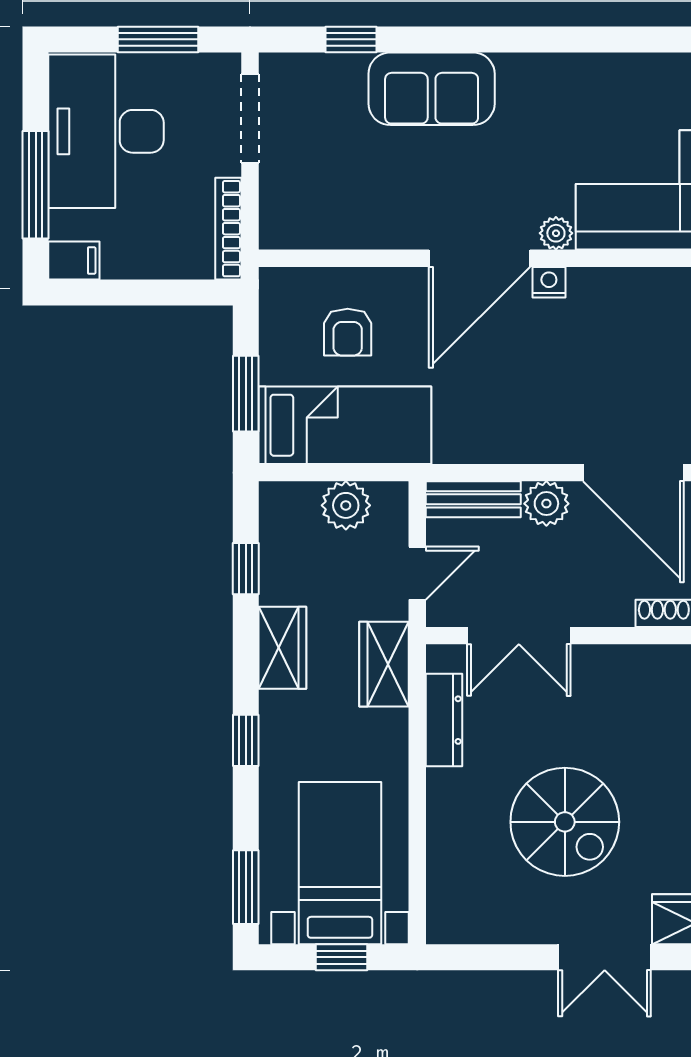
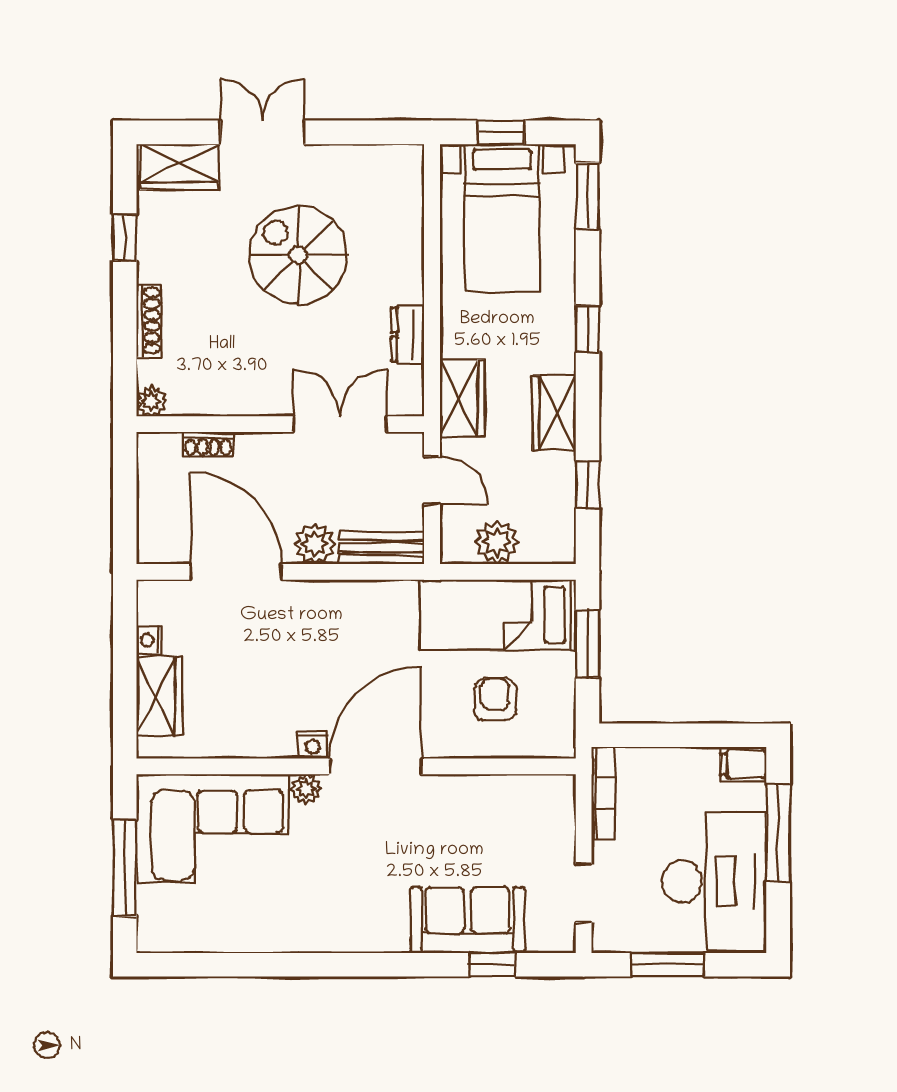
sofa: (432, 89) -> (468, 920), moved
doorway: (250, 119) -> (584, 893), width x0.73
door: (417, 573) -> (432, 481), swing flipped
dresser: (444, 720) -> (408, 335), width x0.70

